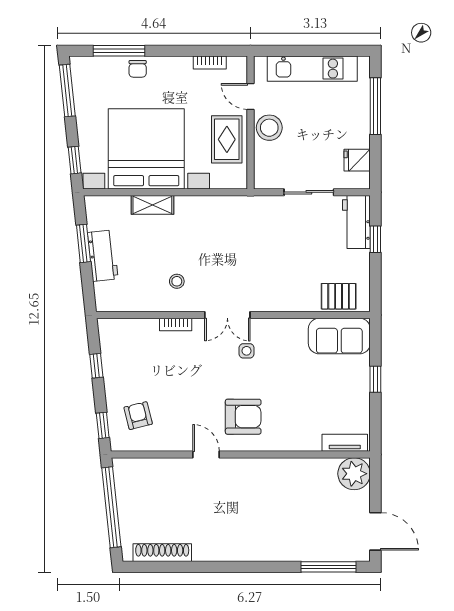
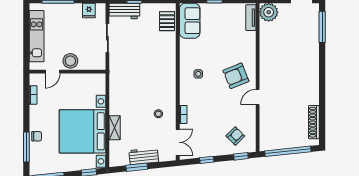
rug: (227, 139) -> (77, 85), removed
double door: (227, 315) -> (178, 142), moved
armchair: (138, 416) -> (235, 136), turned 149
armchair: (243, 417) -> (236, 76), turned -112

